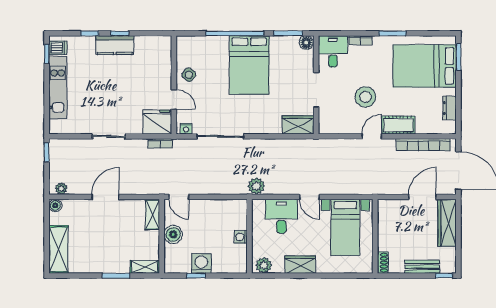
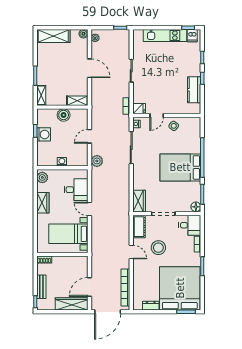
kitchen counter: (115, 45) -> (194, 90), moved
bed: (425, 66) -> (180, 288), width x1.36
fridge: (157, 122) -> (139, 109), width x0.53, depth x0.75
cot: (398, 125) -> (139, 227), moved
plant: (256, 186) -> (97, 161), moved
door: (179, 197) -> (89, 136), moved
door: (309, 197) -> (89, 209), hinge flipped
door: (422, 197) -> (89, 287), swing flipped

